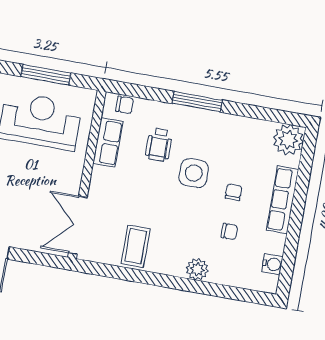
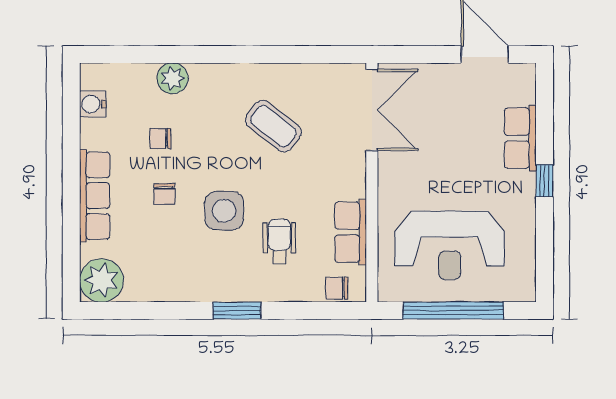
window: (46, 75) -> (453, 310), width x1.46
window: (197, 102) -> (237, 310), width x0.69
coffee table: (136, 246) -> (273, 126), moved, turned -52
plant: (197, 269) -> (173, 78), moved

